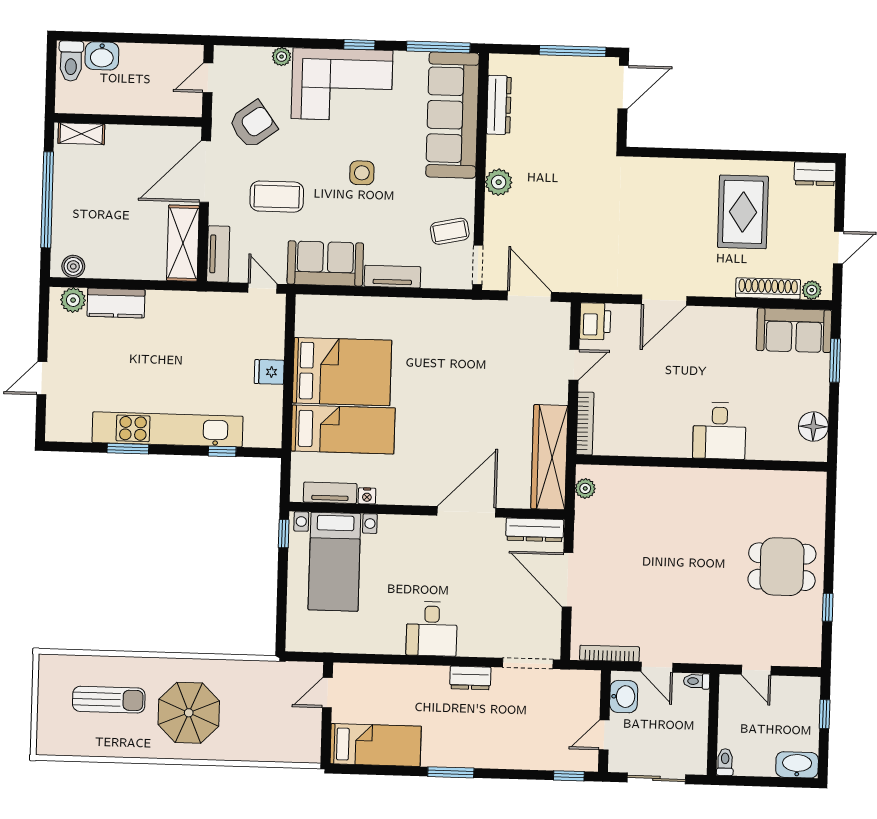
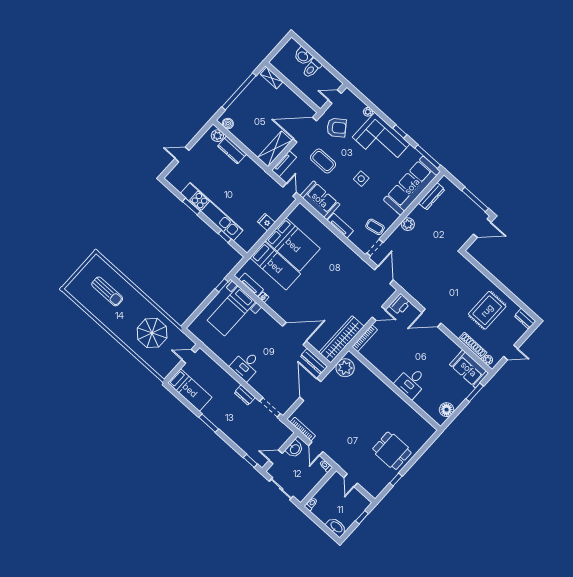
toilet: (71, 61) -> (312, 68), moved
plant: (585, 488) -> (345, 368), width x1.88, depth x1.88
parasol: (189, 713) -> (152, 333), moved

